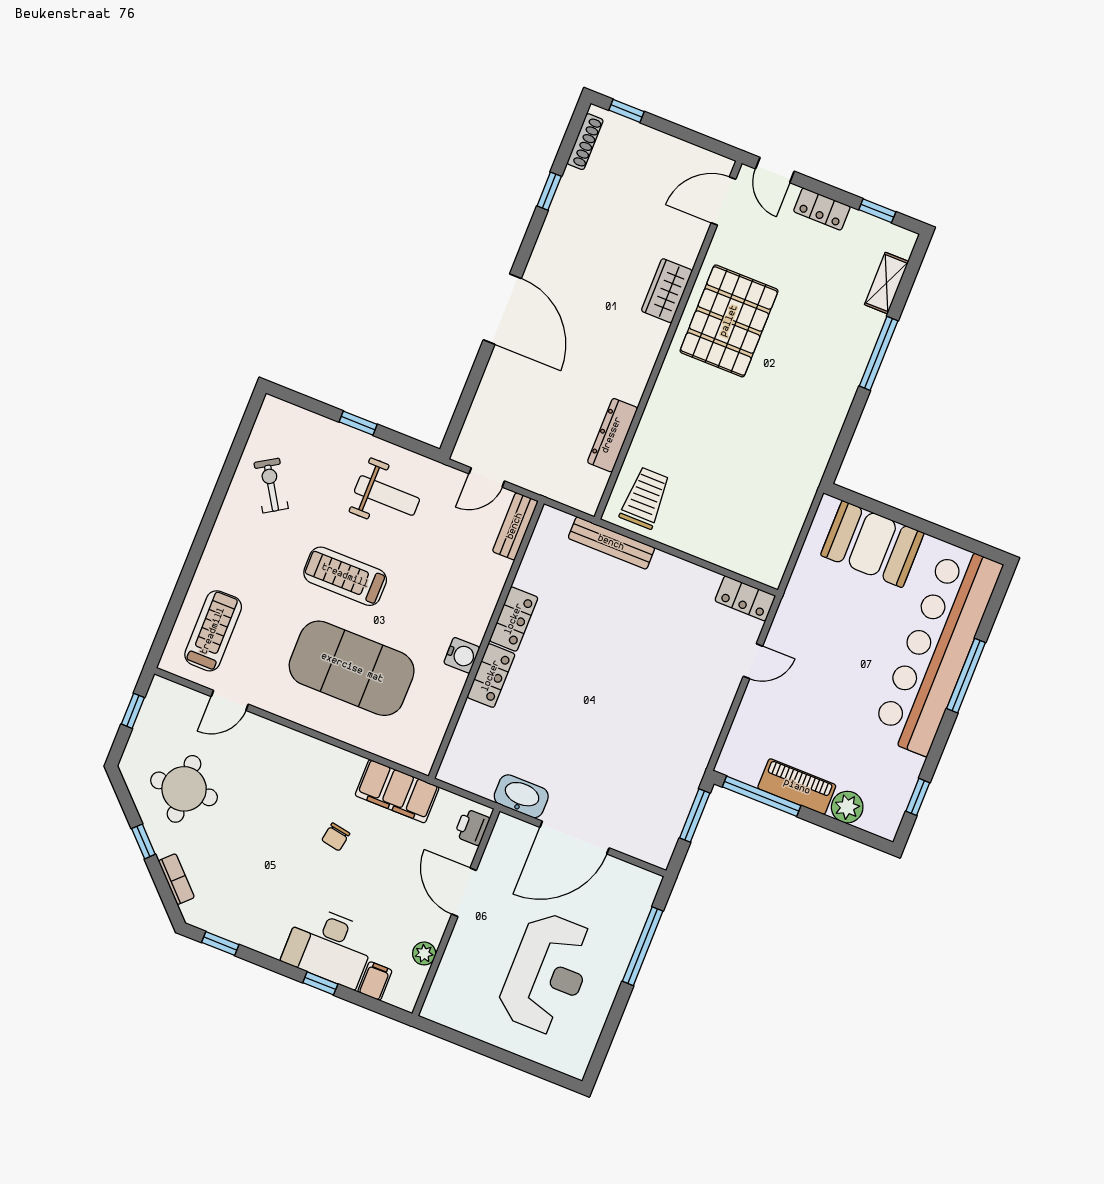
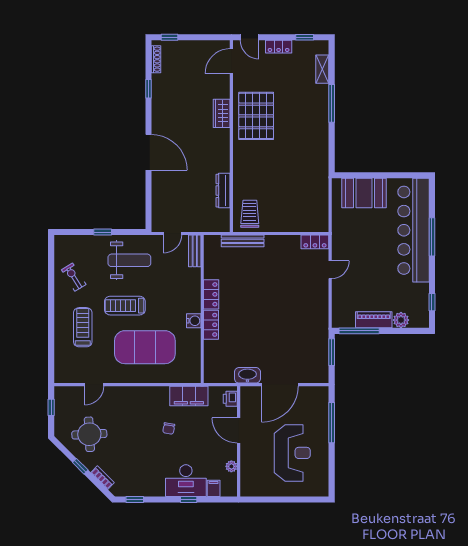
weight bench: (387, 496) -> (129, 260), width x1.36, depth x1.33
treadmill: (213, 631) -> (83, 327), moved

